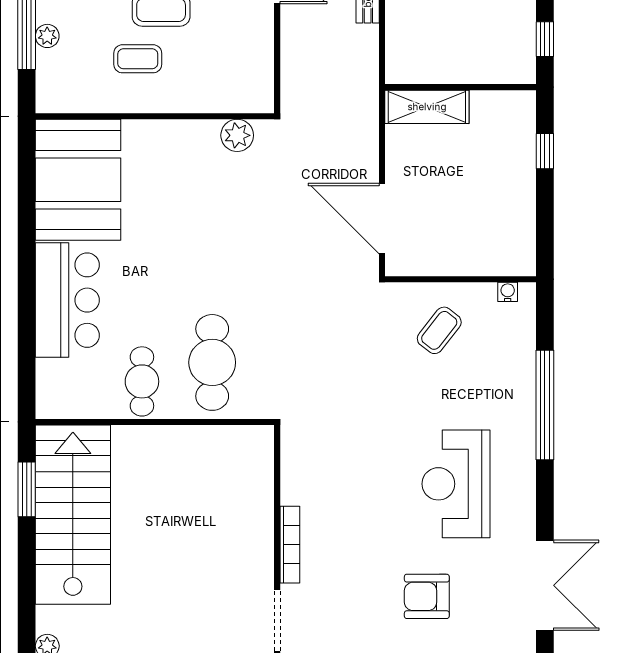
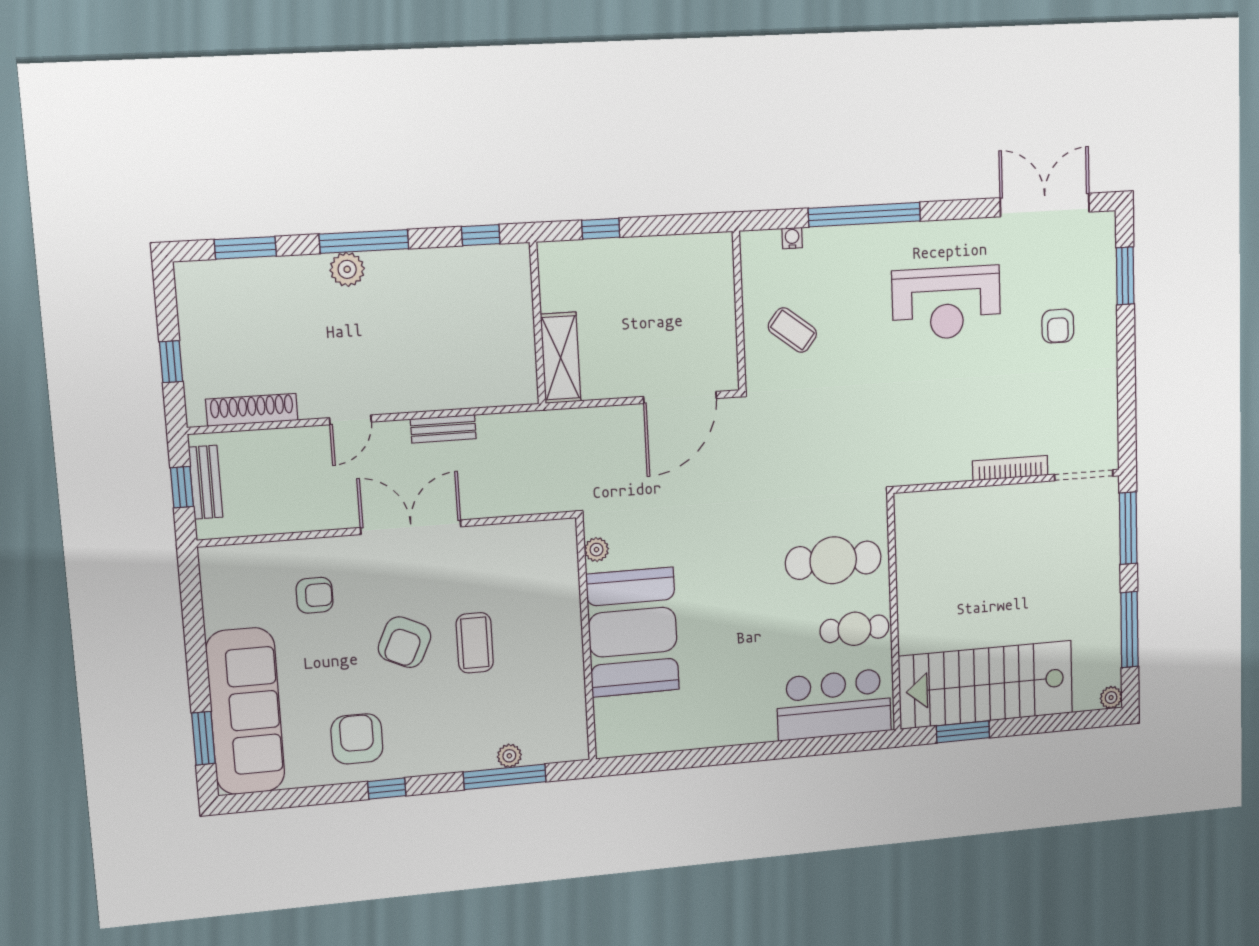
coffee table: (138, 59) -> (527, 662), removed
plant: (237, 135) -> (597, 550), width x0.73, depth x0.73
booth: (78, 180) -> (633, 632), moved, turned 90
water cooler: (508, 292) -> (792, 238), moved, turned 90
bar counter: (67, 300) -> (834, 705), moved
armchair: (427, 596) -> (1058, 326), width x0.72, depth x0.72

